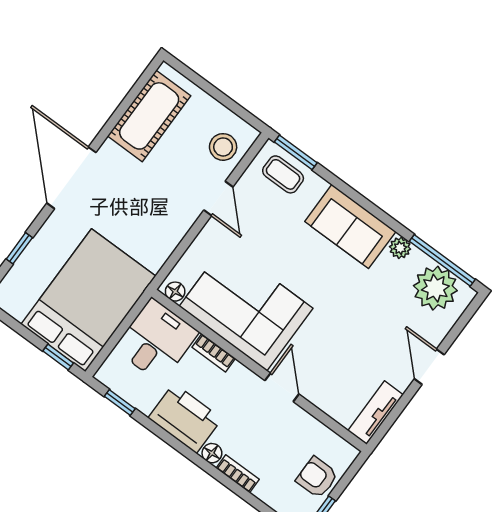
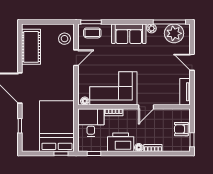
door: (218, 199) -> (76, 58), hinge flipped
door: (282, 387) -> (146, 107), swing flipped

